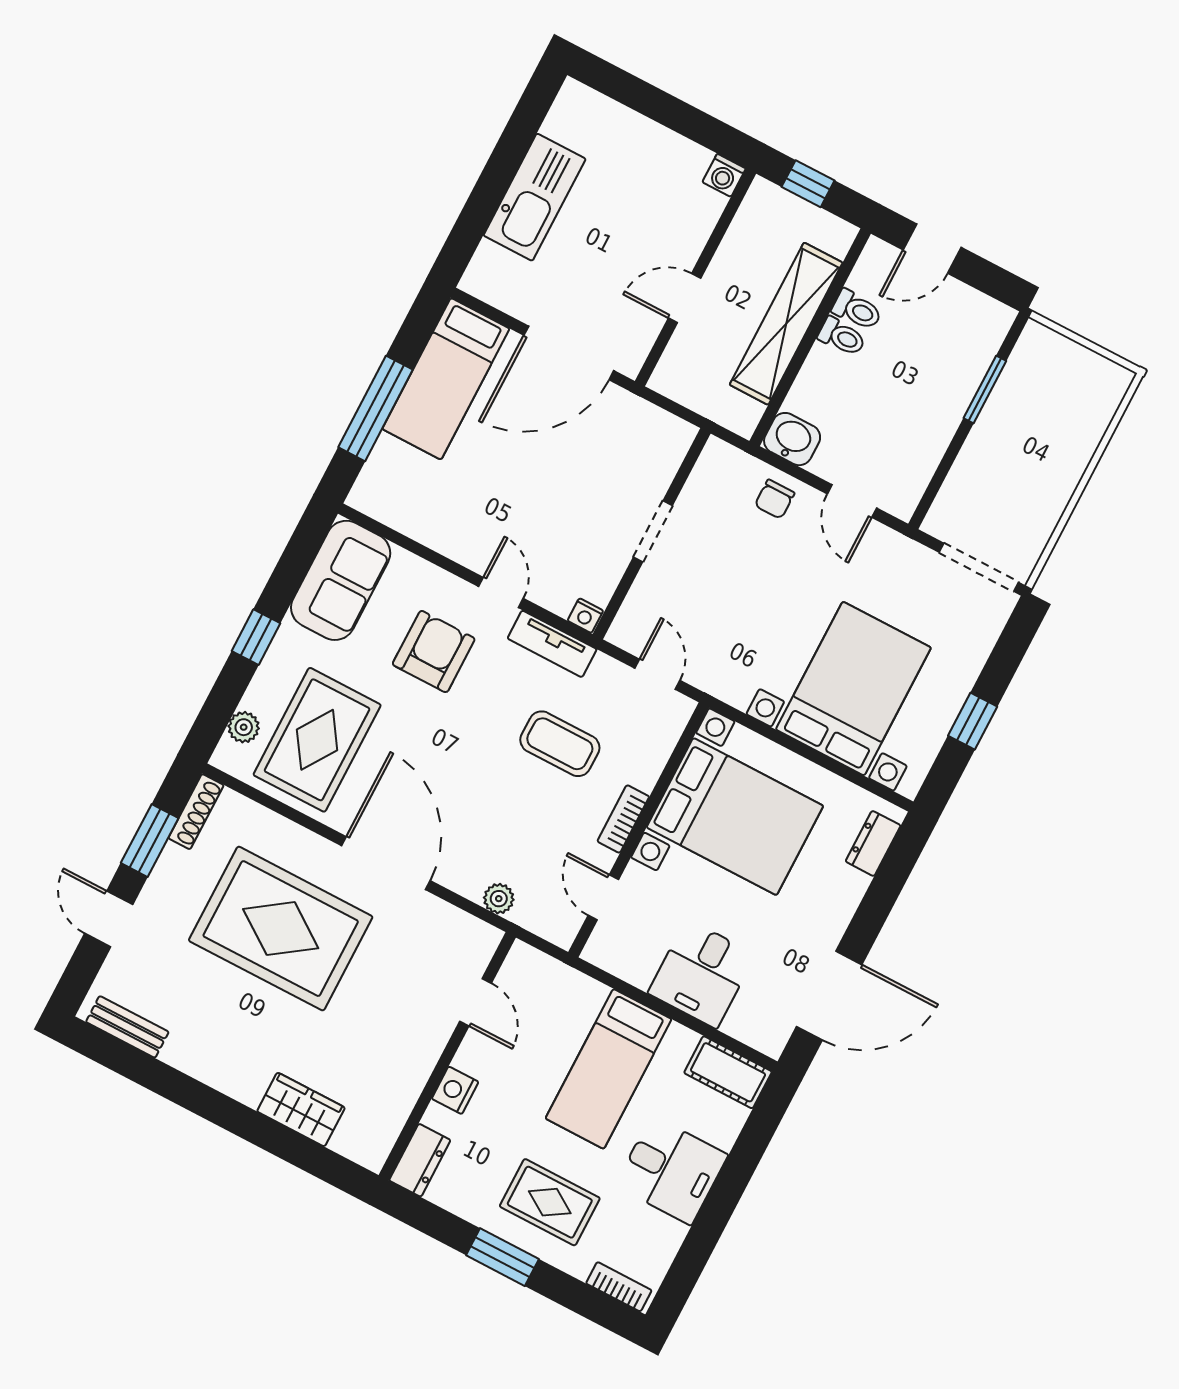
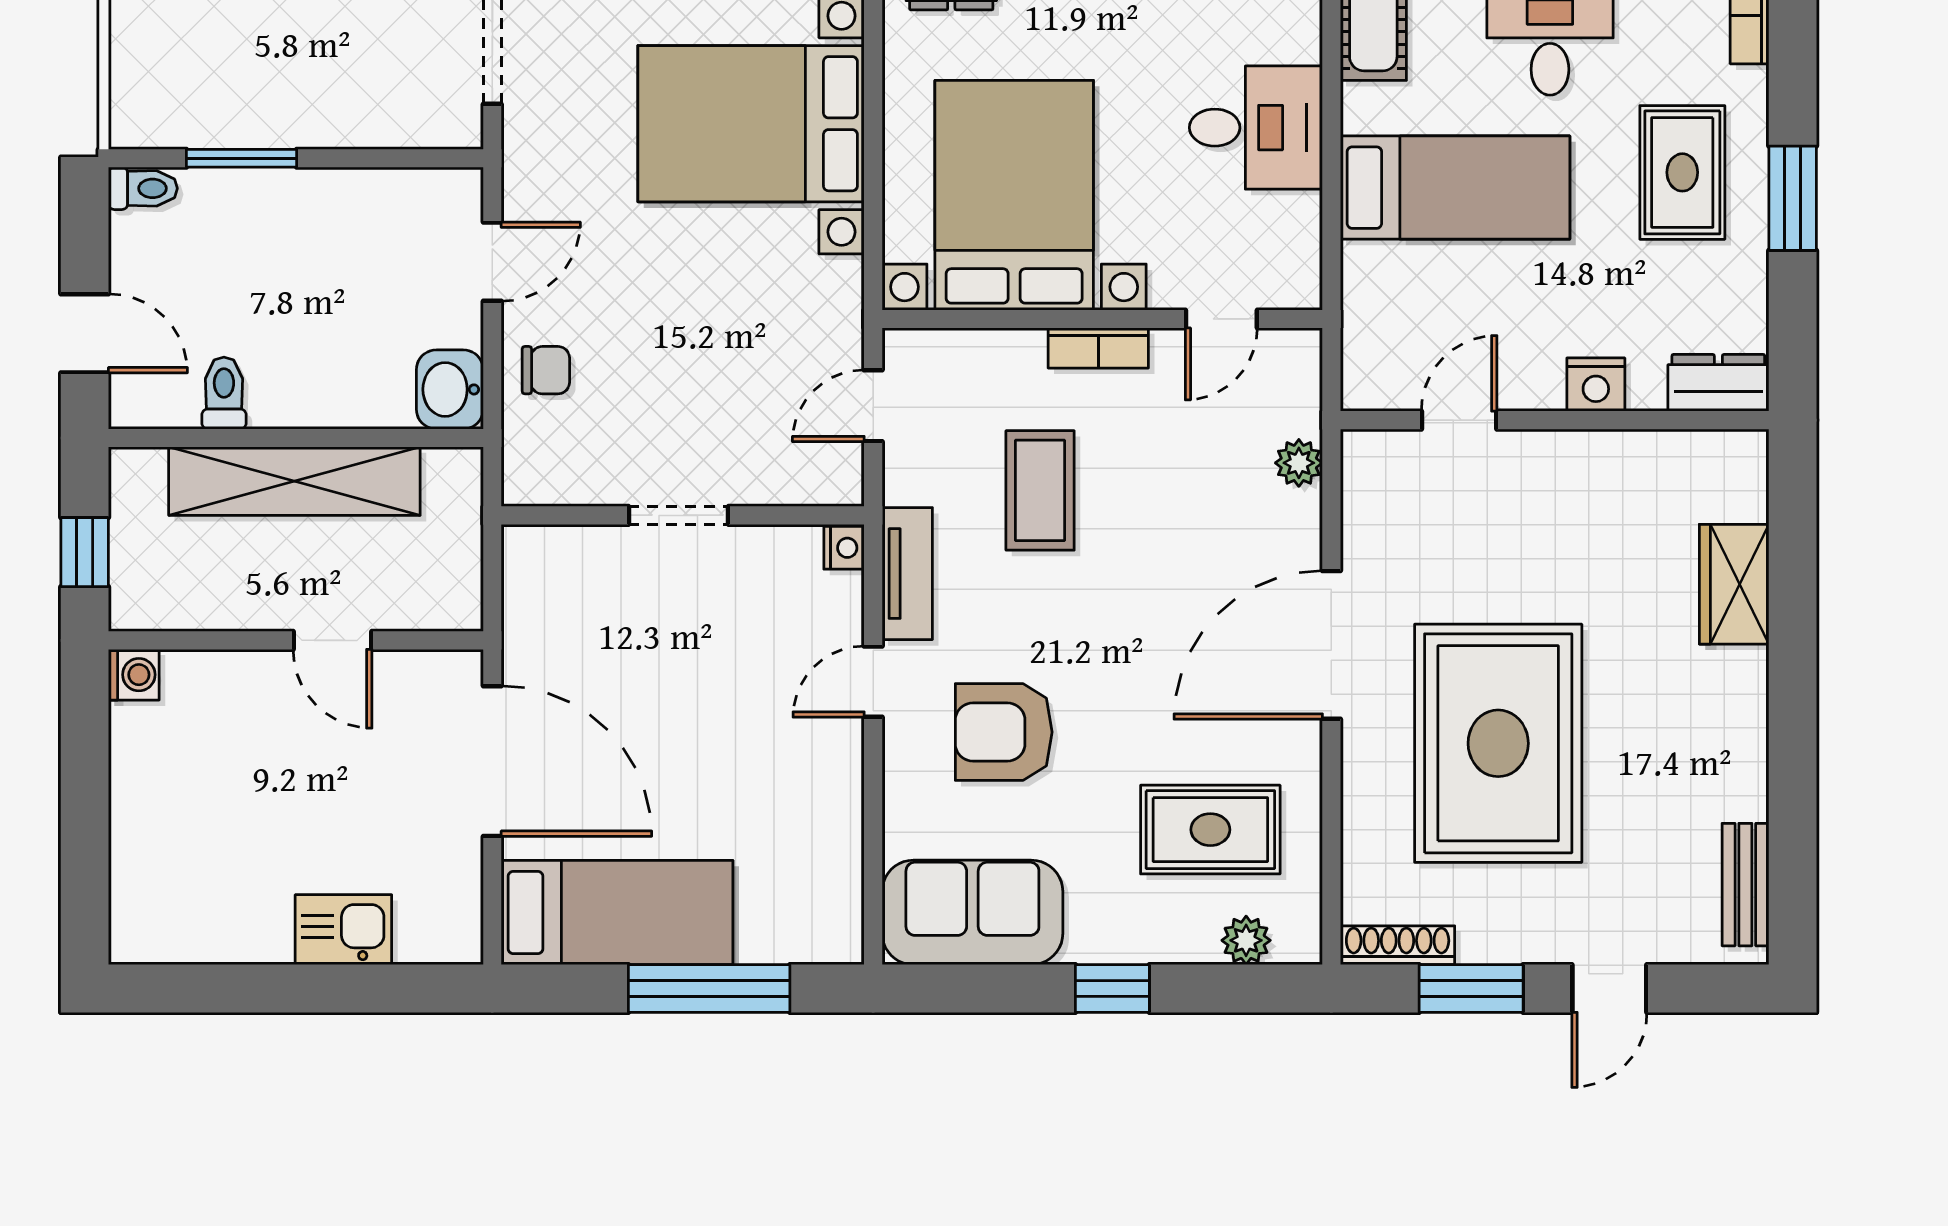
kitchen sink: (535, 197) -> (343, 930), width x0.53, depth x0.81
toilet: (842, 337) -> (143, 188), moved, turned 90
rug: (317, 740) -> (1210, 830), width x0.73, depth x0.70

